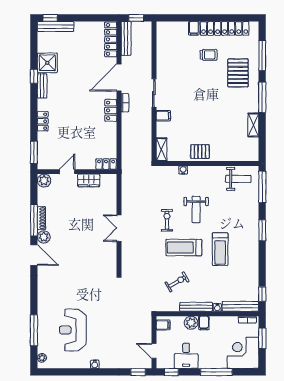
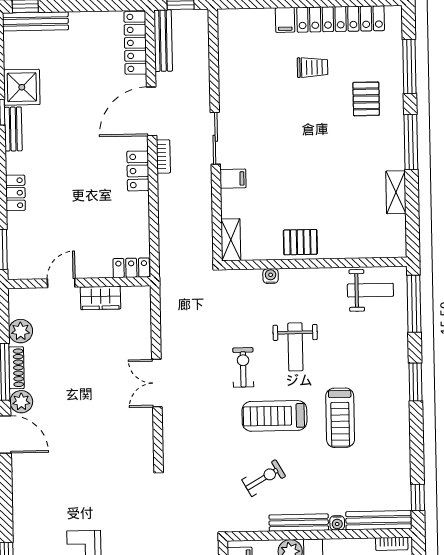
pallet: (238, 73) -> (366, 99), width x0.67, depth x0.71
plant: (44, 181) -> (21, 331), moved

